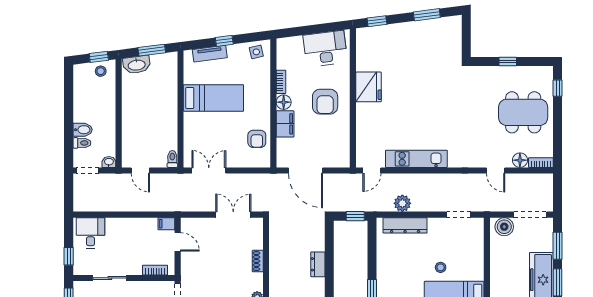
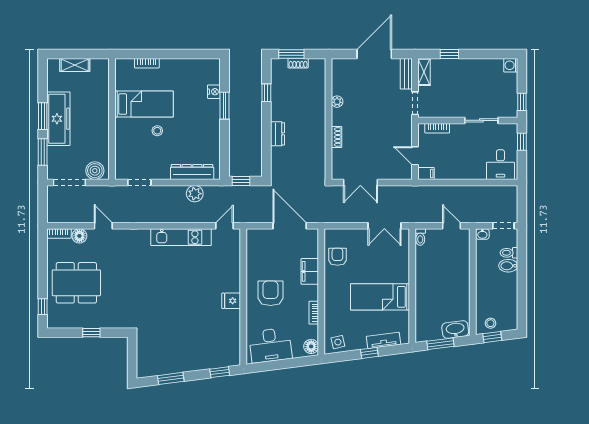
fridge: (368, 87) -> (231, 301), width x0.53, depth x0.75
floor lamp: (284, 102) -> (311, 346), moved

